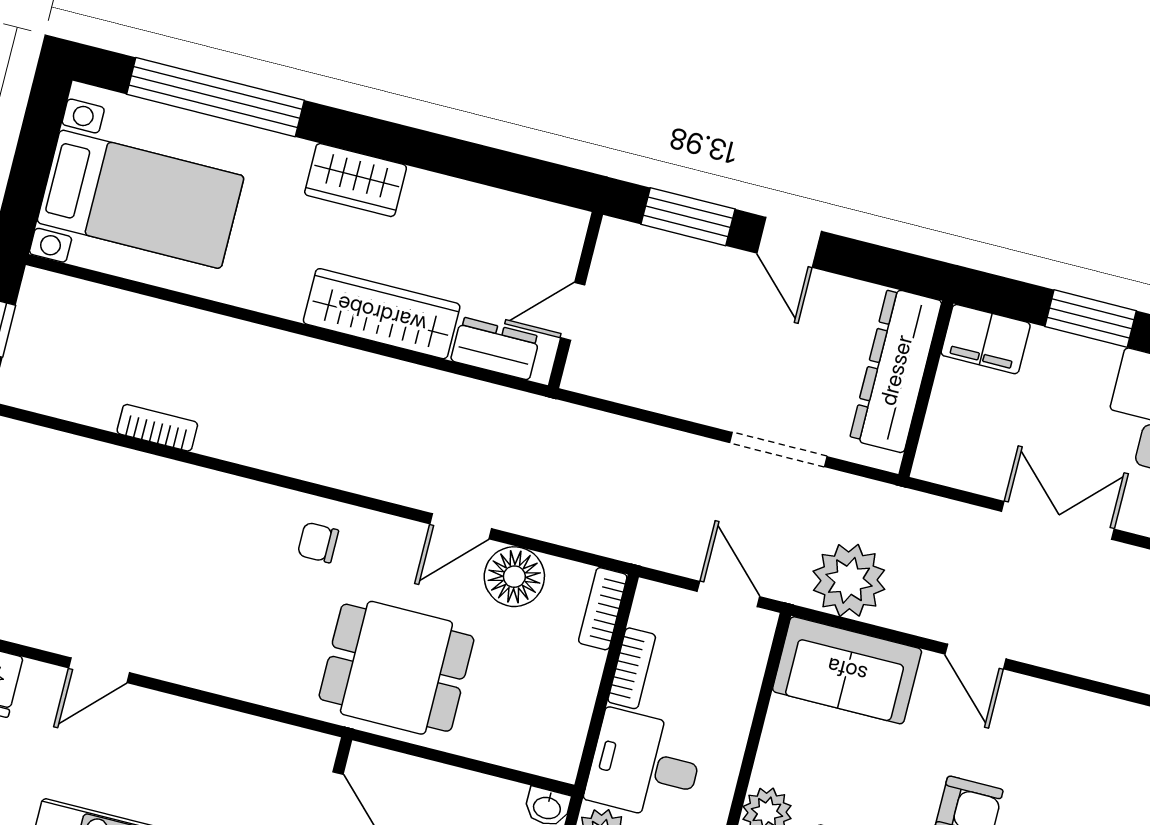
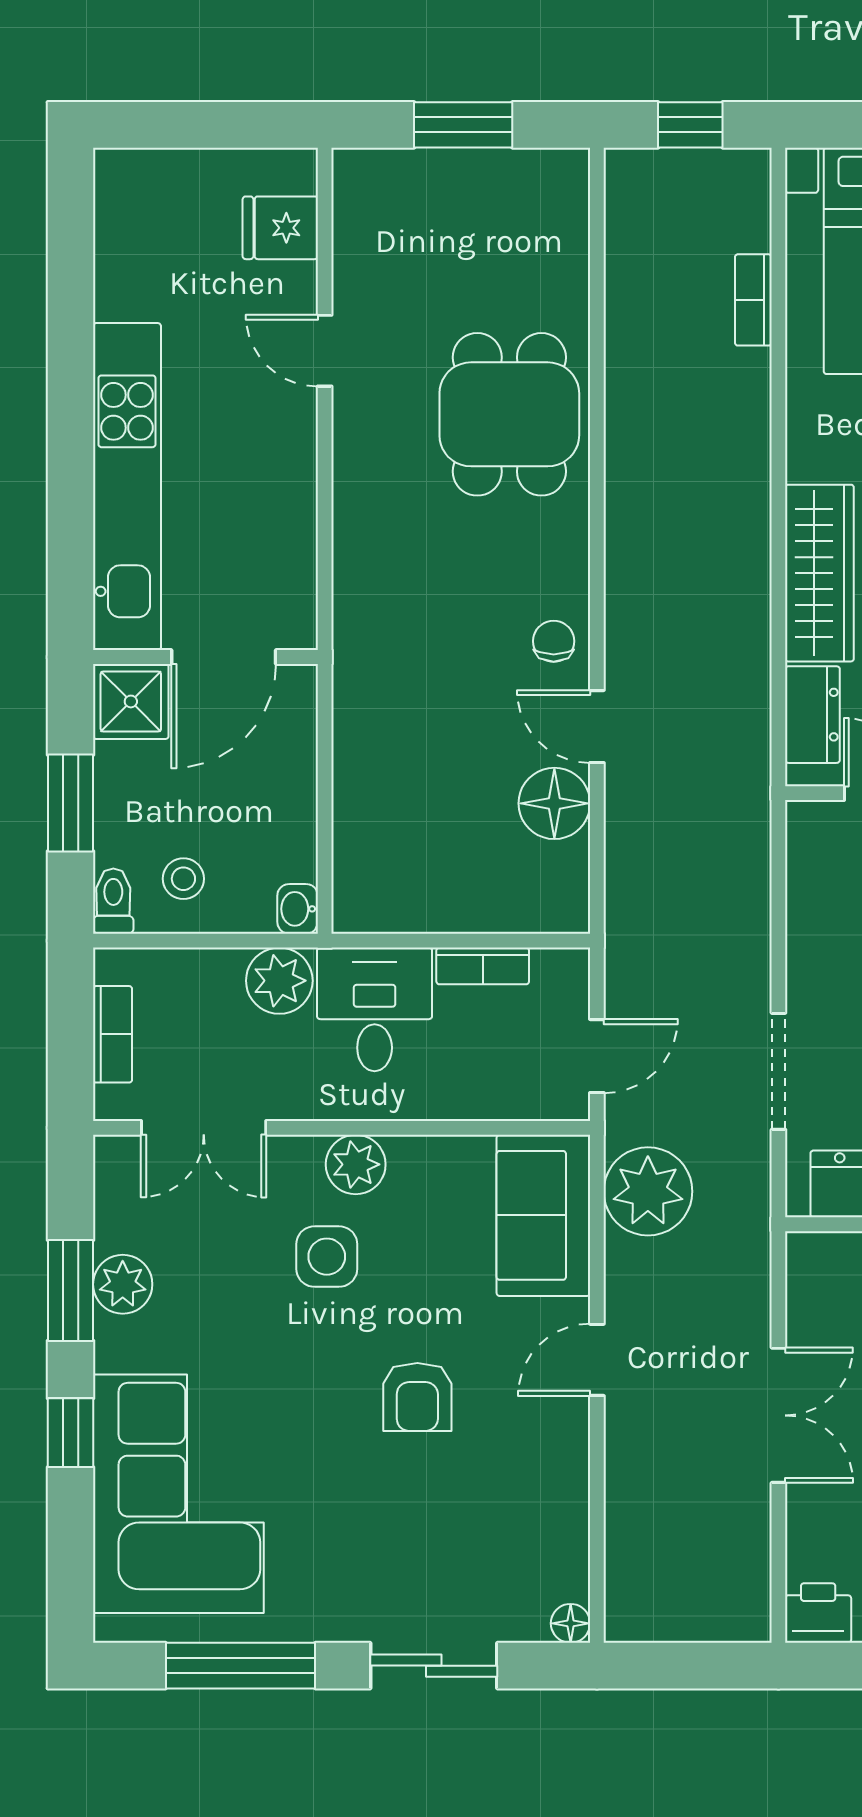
bookcase: (157, 428) -> (753, 300), moved, turned 180
chair: (318, 542) -> (554, 641), moved
bookcase: (603, 609) -> (543, 915), removed
dining table: (396, 668) -> (509, 414), moved

